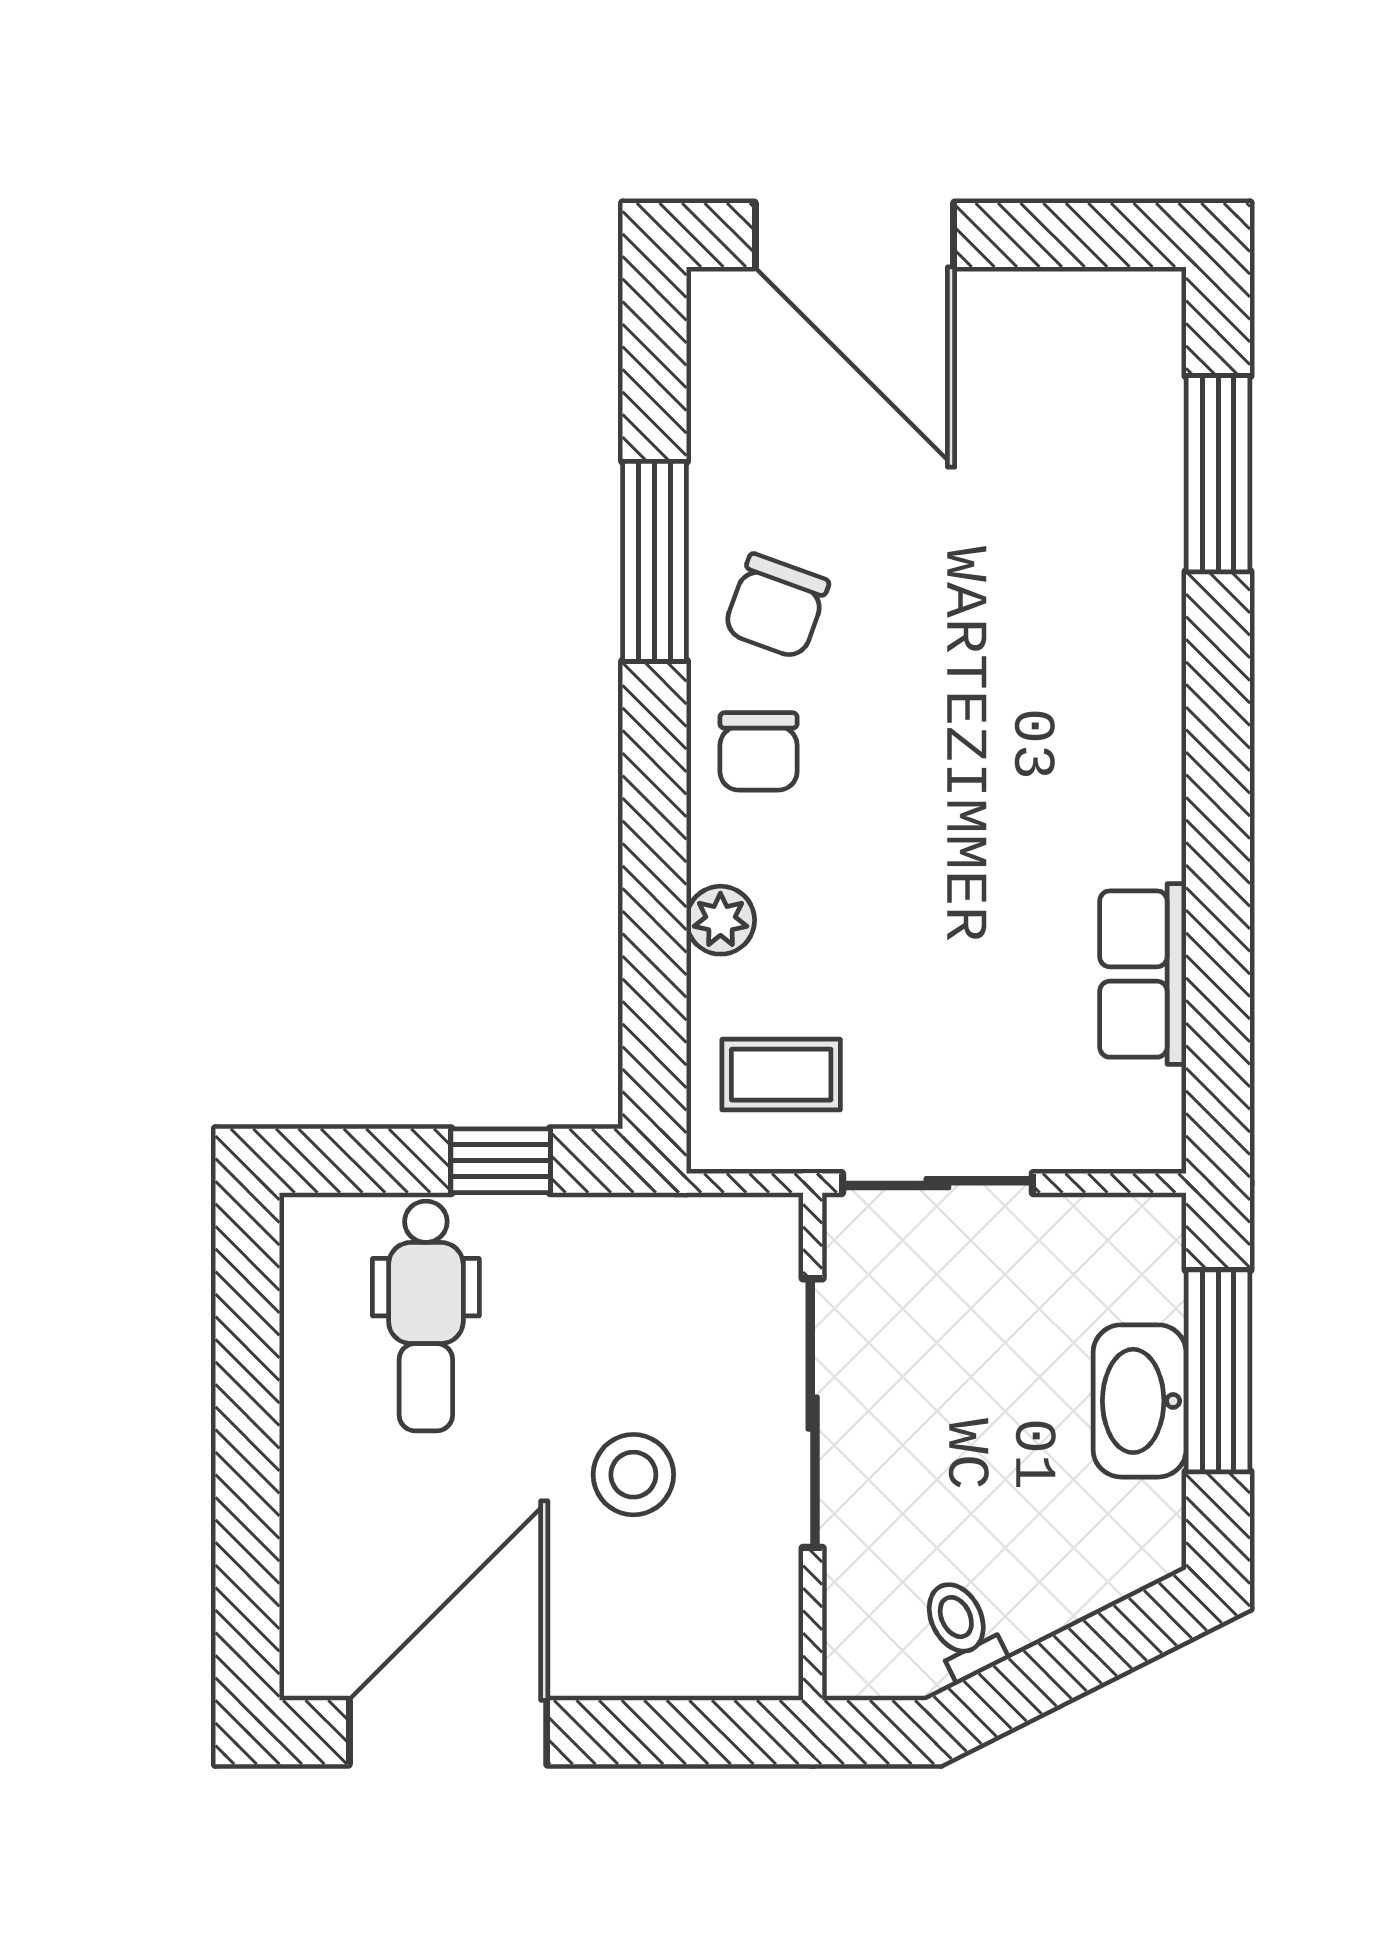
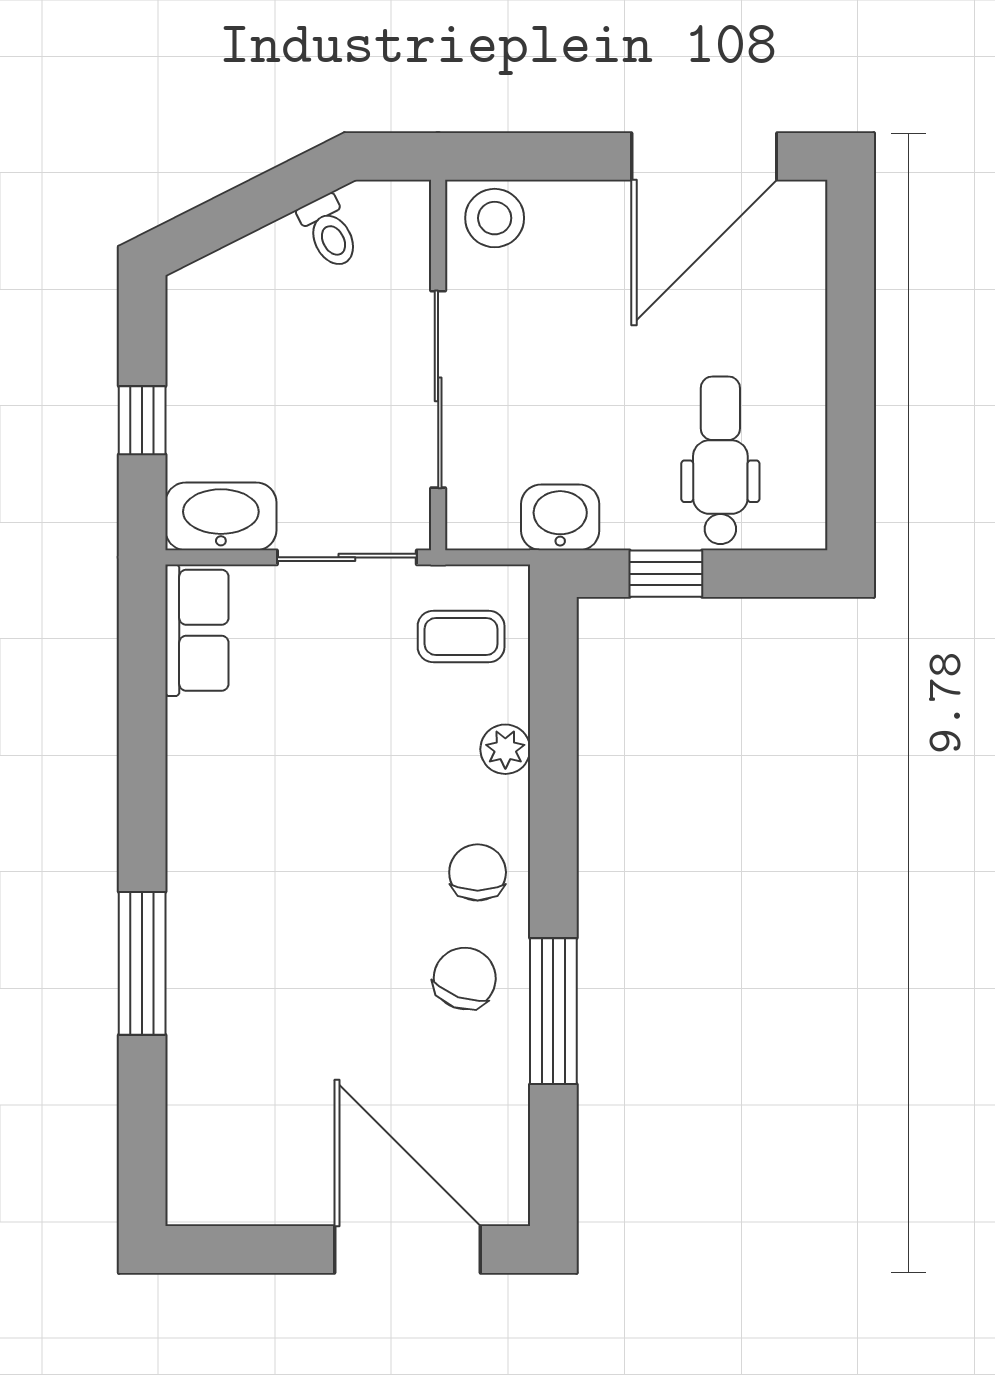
window: (1218, 474) -> (142, 963), moved
row of seats: (1143, 974) -> (197, 630), moved
washbasin: (645, 1238) -> (560, 517), added
window: (1218, 1371) -> (142, 420), width x0.46
washbasin: (1140, 1401) -> (221, 516), moved, turned -90
stool: (633, 1475) -> (495, 218), moved

